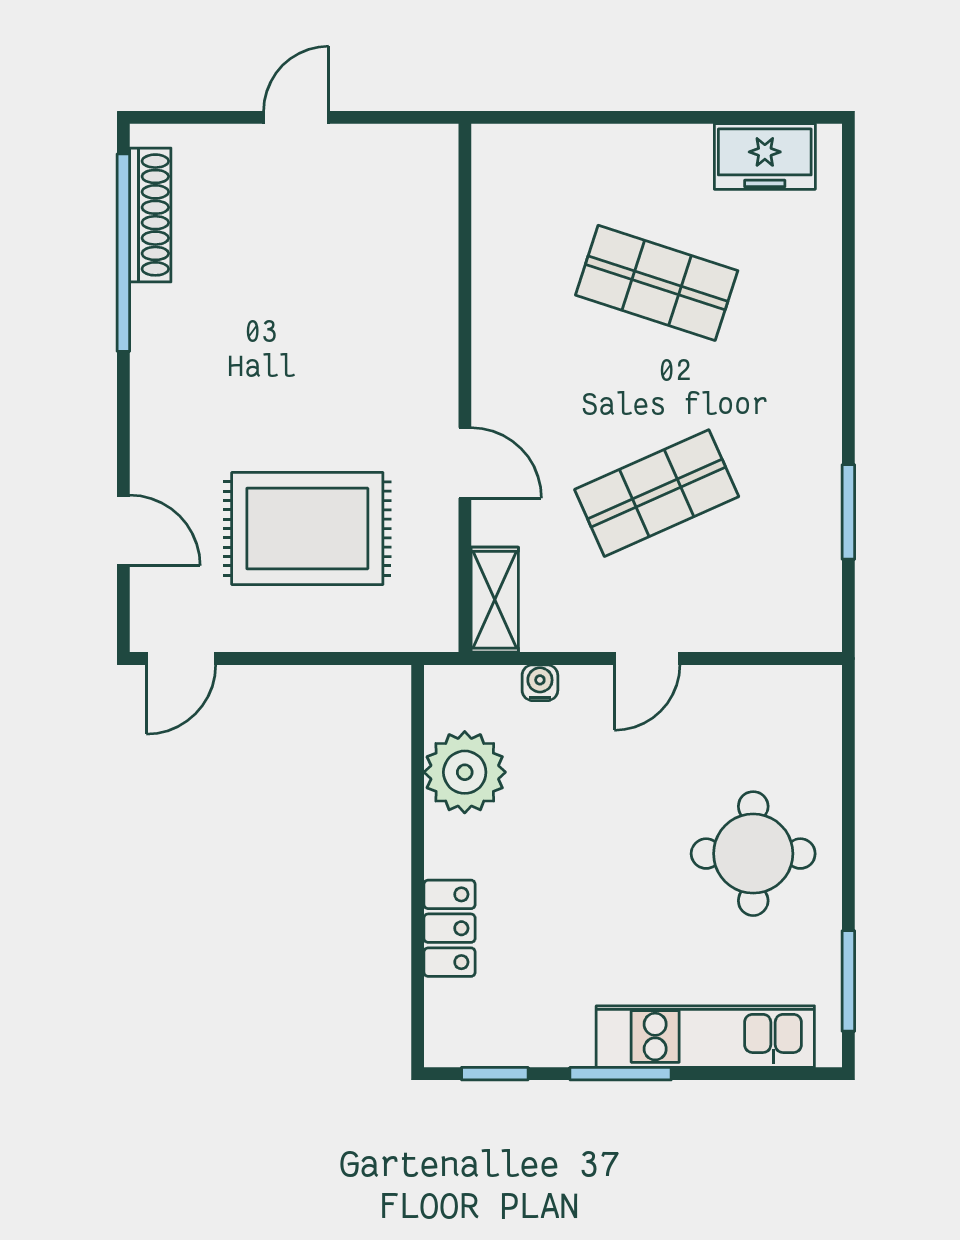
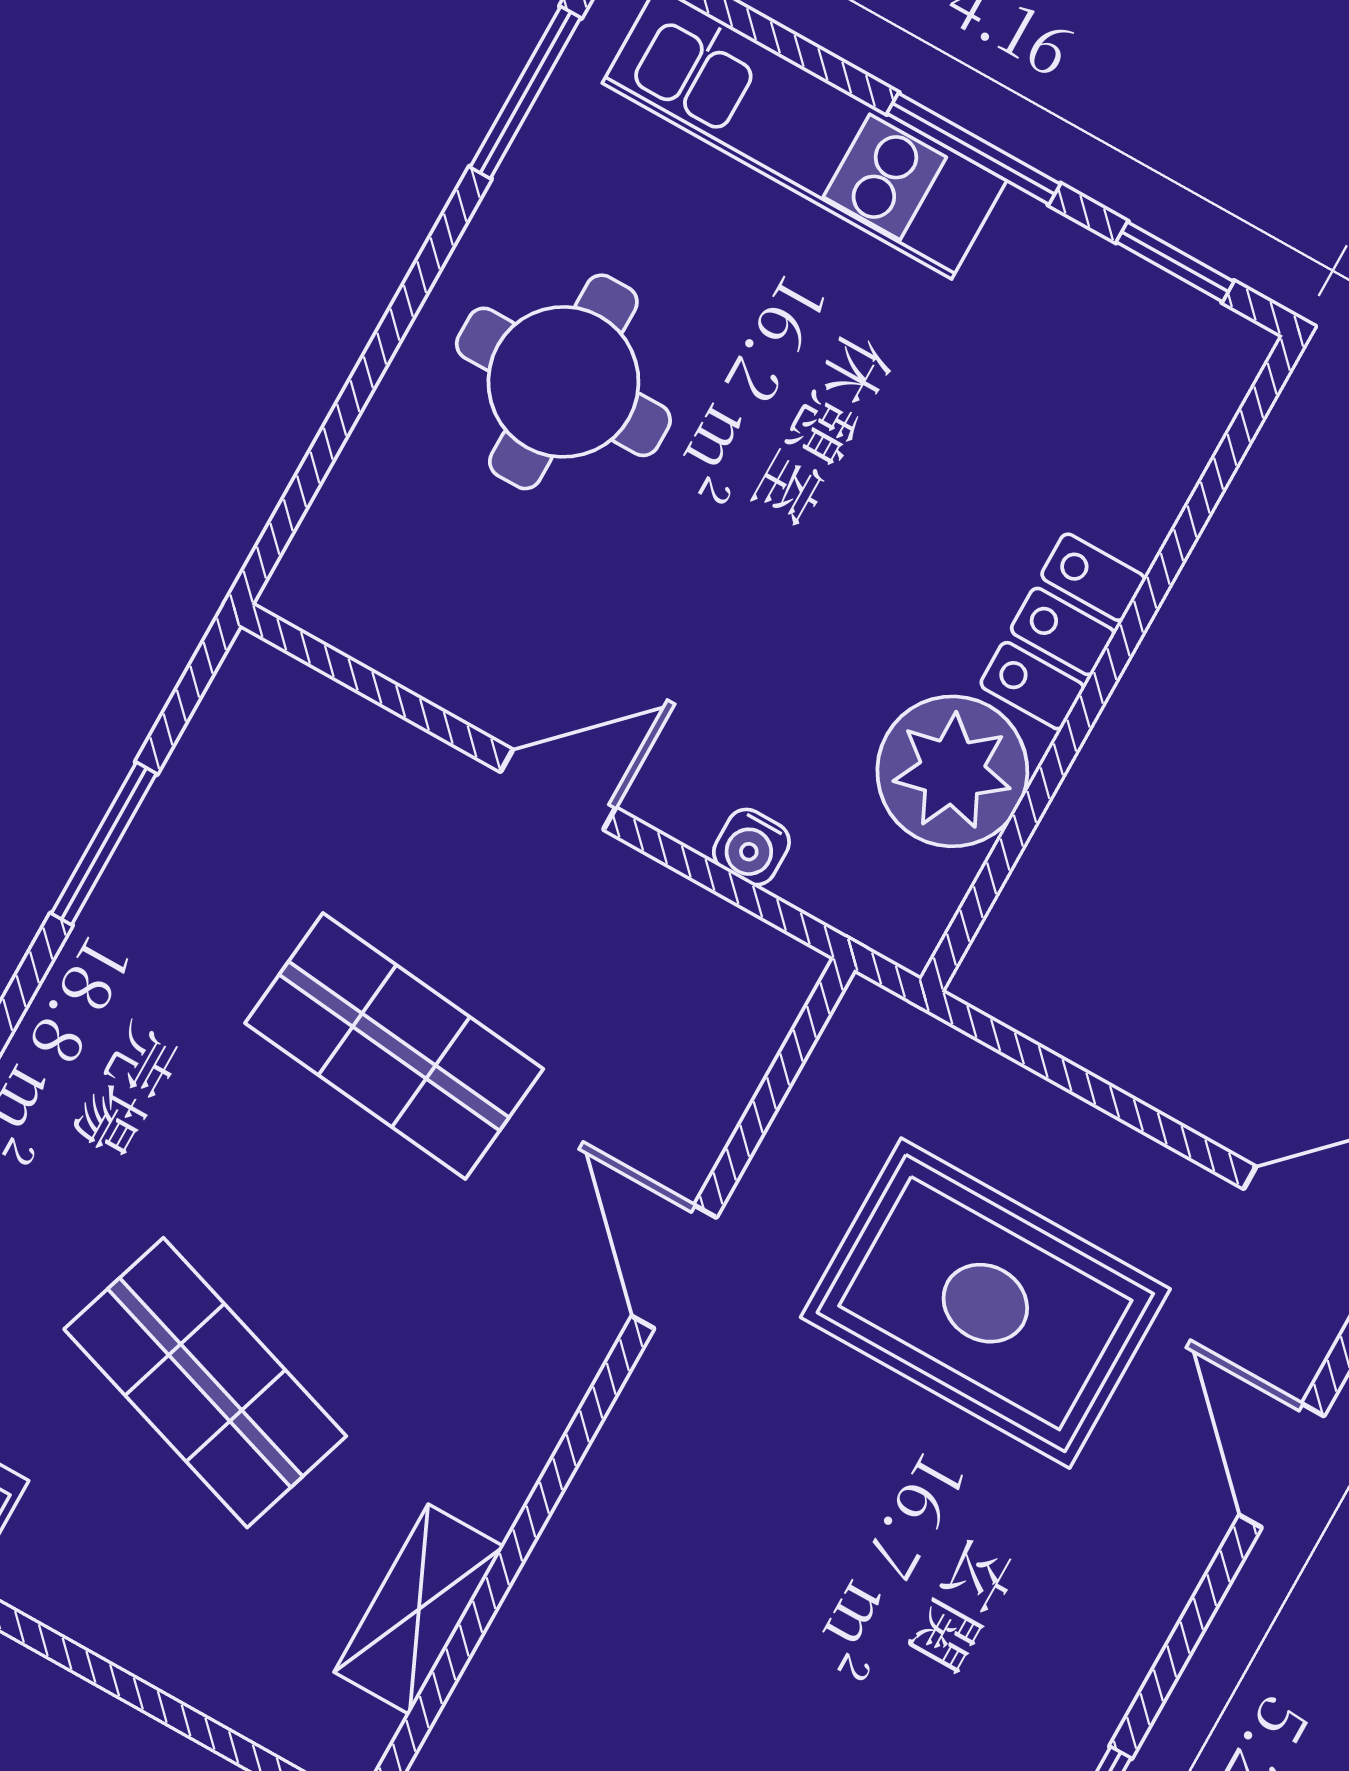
shop shelf: (657, 493) -> (394, 1046), turned 30
shelving: (495, 600) -> (419, 1609), moved
locker: (450, 928) -> (1063, 631), moved

